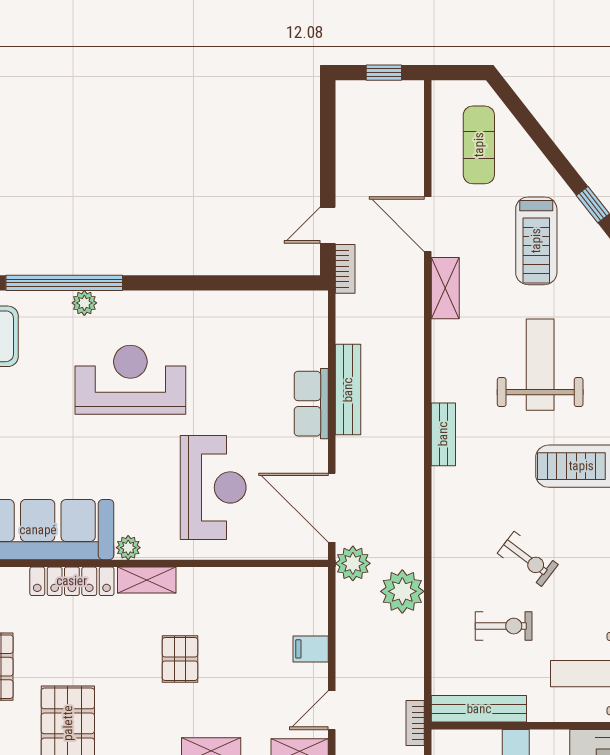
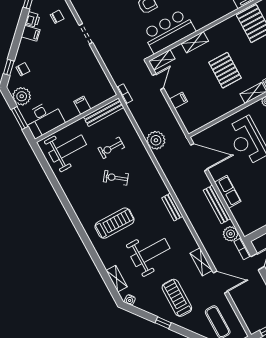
weight bench: (540, 365) -> (150, 253), turned -90
plant: (353, 563) -> (231, 234), moved
pallet: (180, 659) -> (225, 70), width x1.50, depth x1.42

